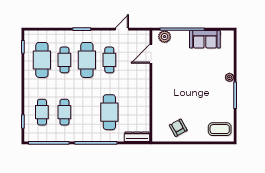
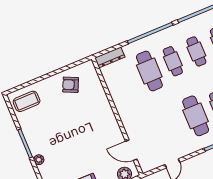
door: (151, 54) -> (131, 150), swing flipped
cafe table: (109, 60) -> (173, 61), moved
armchair: (178, 128) -> (71, 85), turned 144

